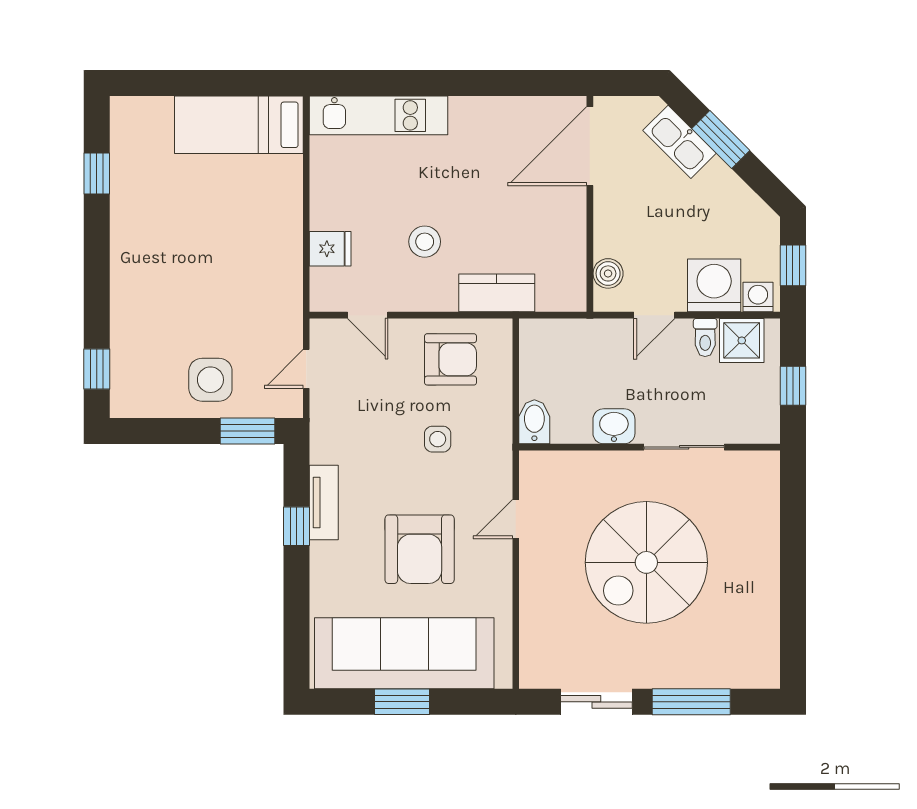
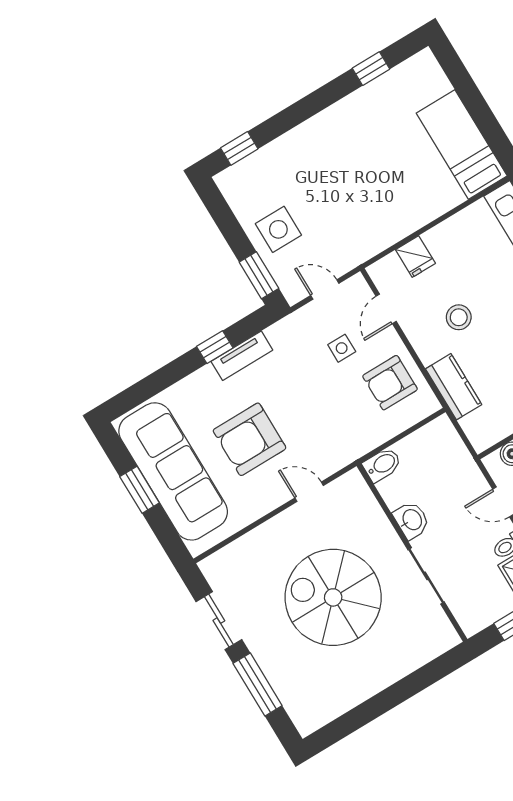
armchair: (450, 359) -> (390, 383), turned 90
side table: (438, 439) -> (342, 348), moved

